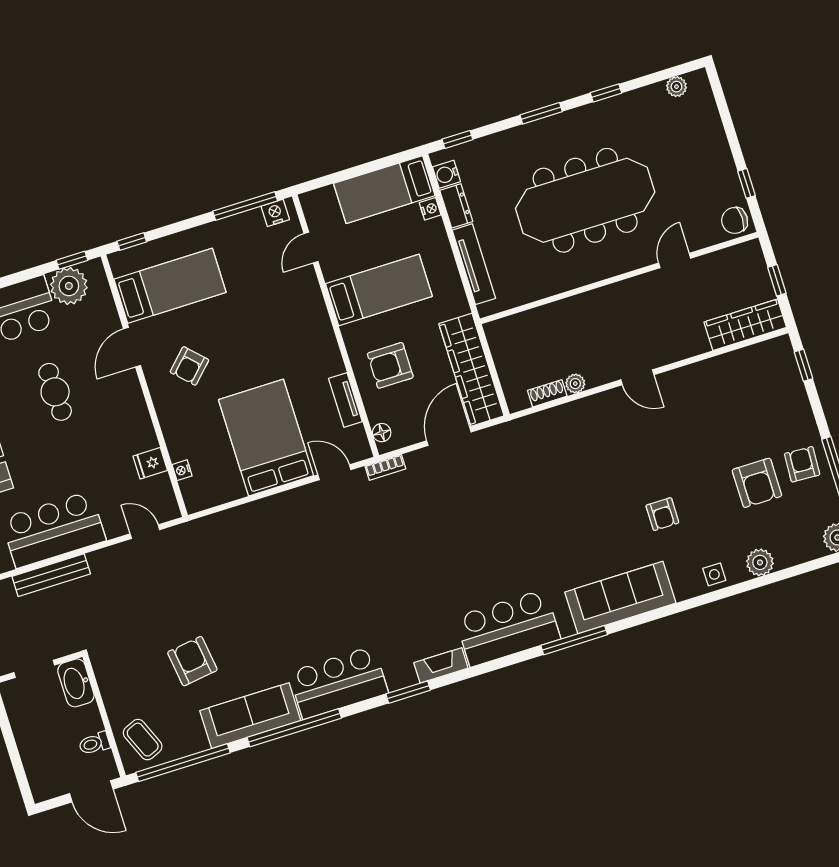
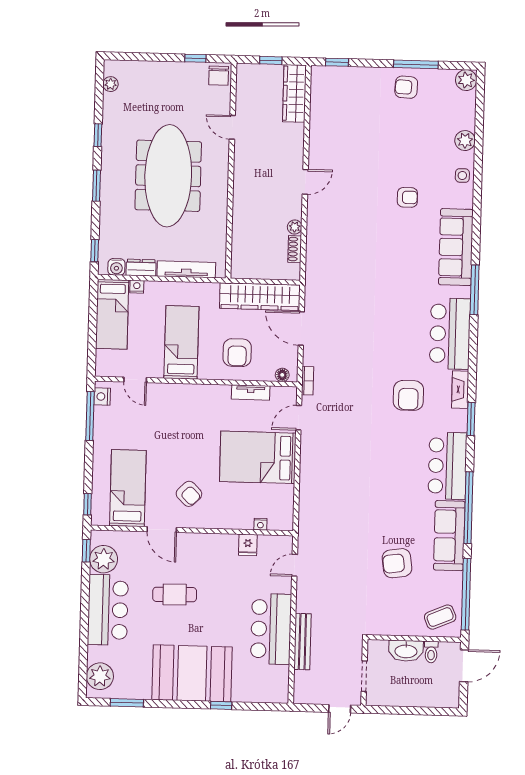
armchair: (757, 483) -> (408, 395), moved, turned 90
washbasin: (76, 683) -> (406, 651), moved

